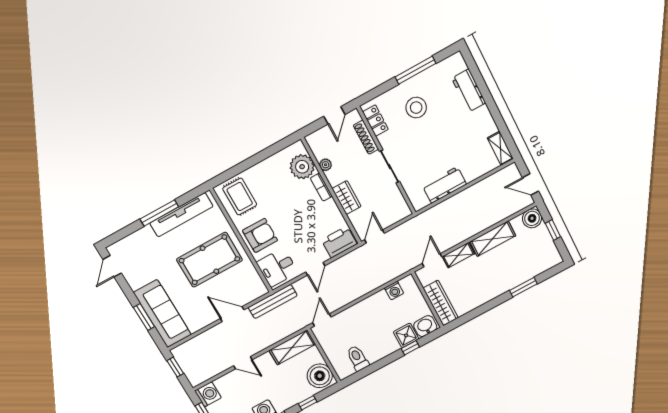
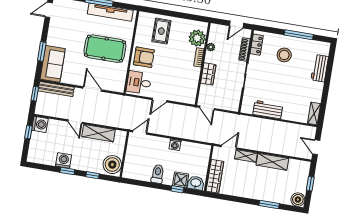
rug: (240, 197) -> (161, 31), moved
boiler: (532, 218) -> (298, 200), moved
door: (375, 236) -> (207, 108), swing flipped
printer: (339, 242) -> (185, 95), removed
washing machine: (394, 291) -> (175, 145), moved
bench: (273, 301) -> (56, 89), moved
sofa: (162, 314) -> (53, 64), width x0.73
shelving: (292, 347) -> (99, 133), moved
toilet: (358, 358) -> (158, 174), moved

